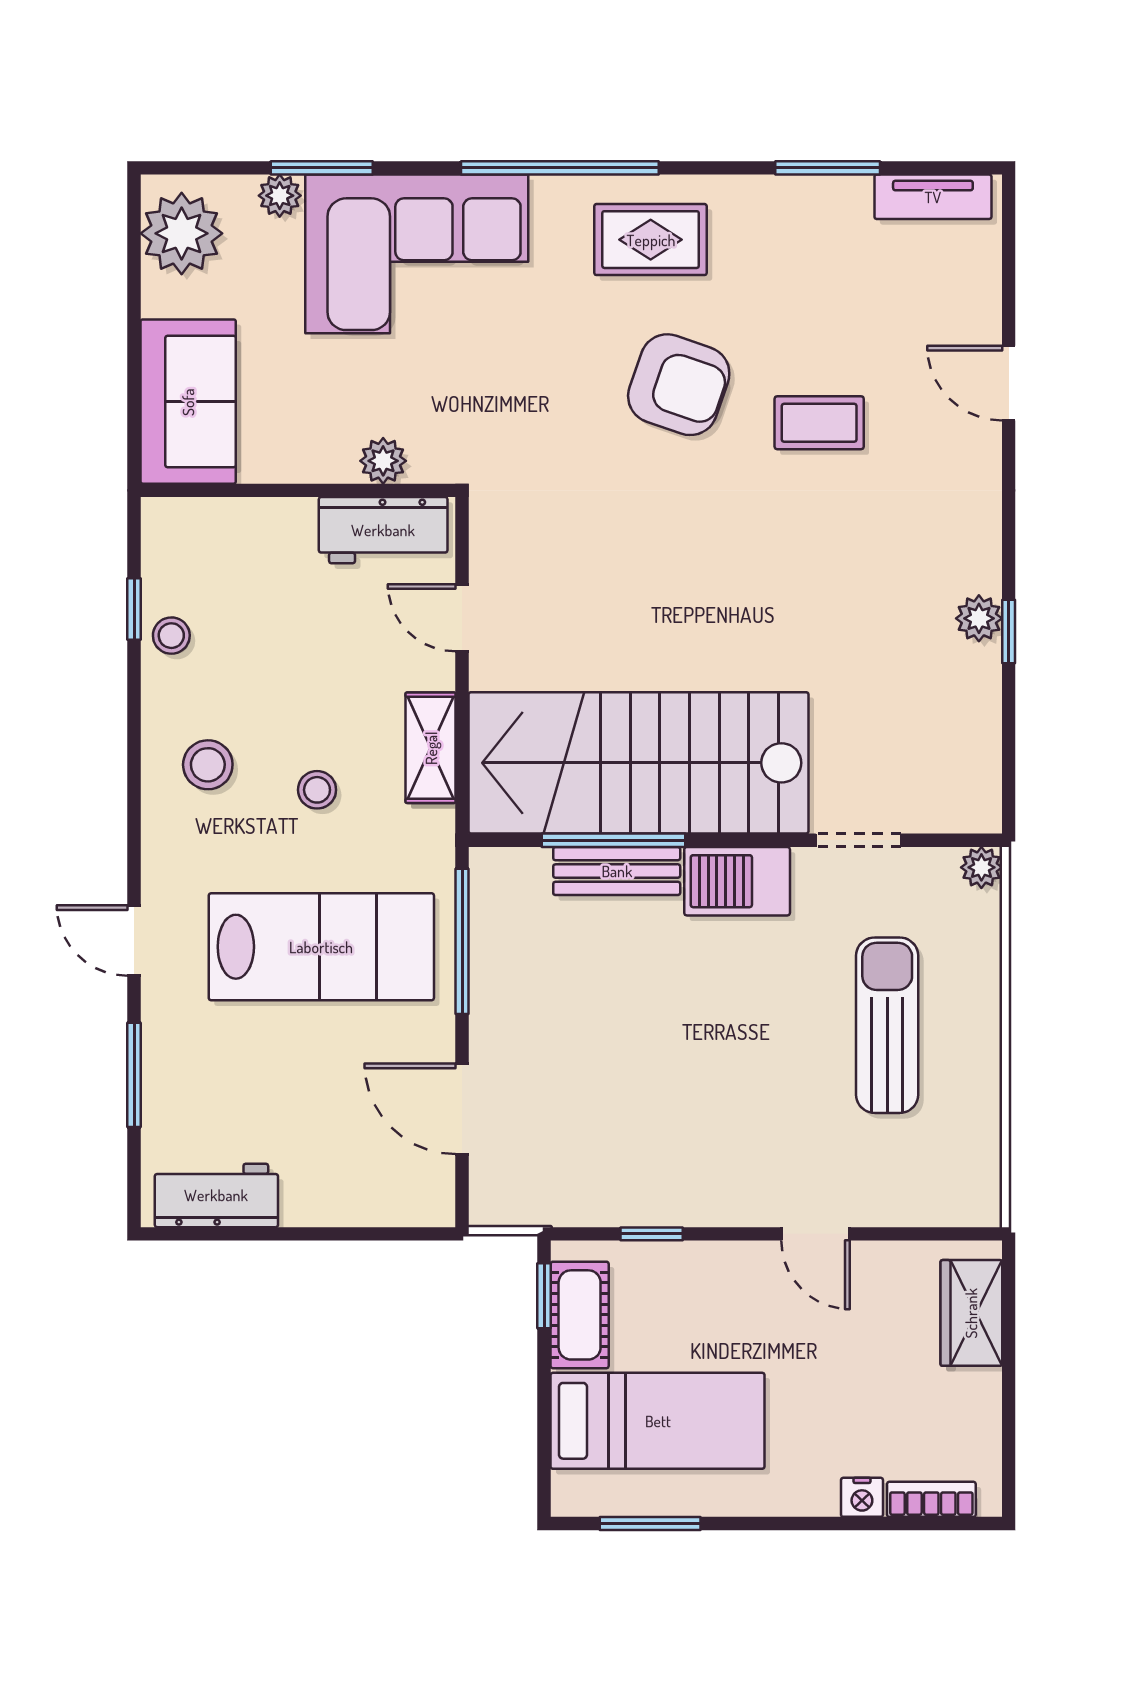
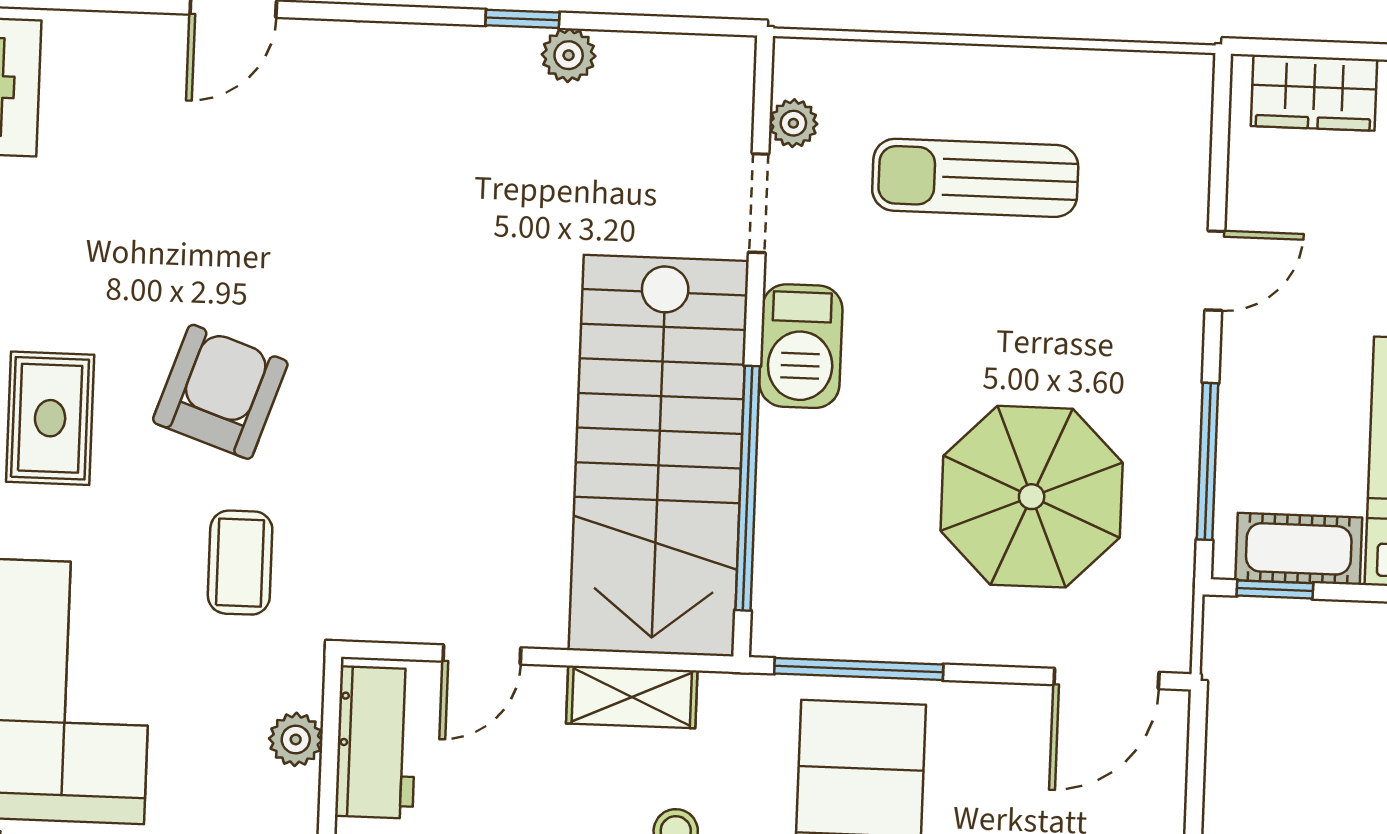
coffee table: (819, 423) -> (240, 563), moved
plant: (979, 618) -> (569, 55), moved
window: (614, 840) -> (748, 488), width x1.46
plant: (981, 867) -> (793, 123), moved
bench: (617, 871) -> (784, 486), removed
parasol: (616, 1084) -> (1032, 497), added
door: (462, 1109) -> (1106, 679), moved
window: (652, 1234) -> (1208, 461), width x2.17

